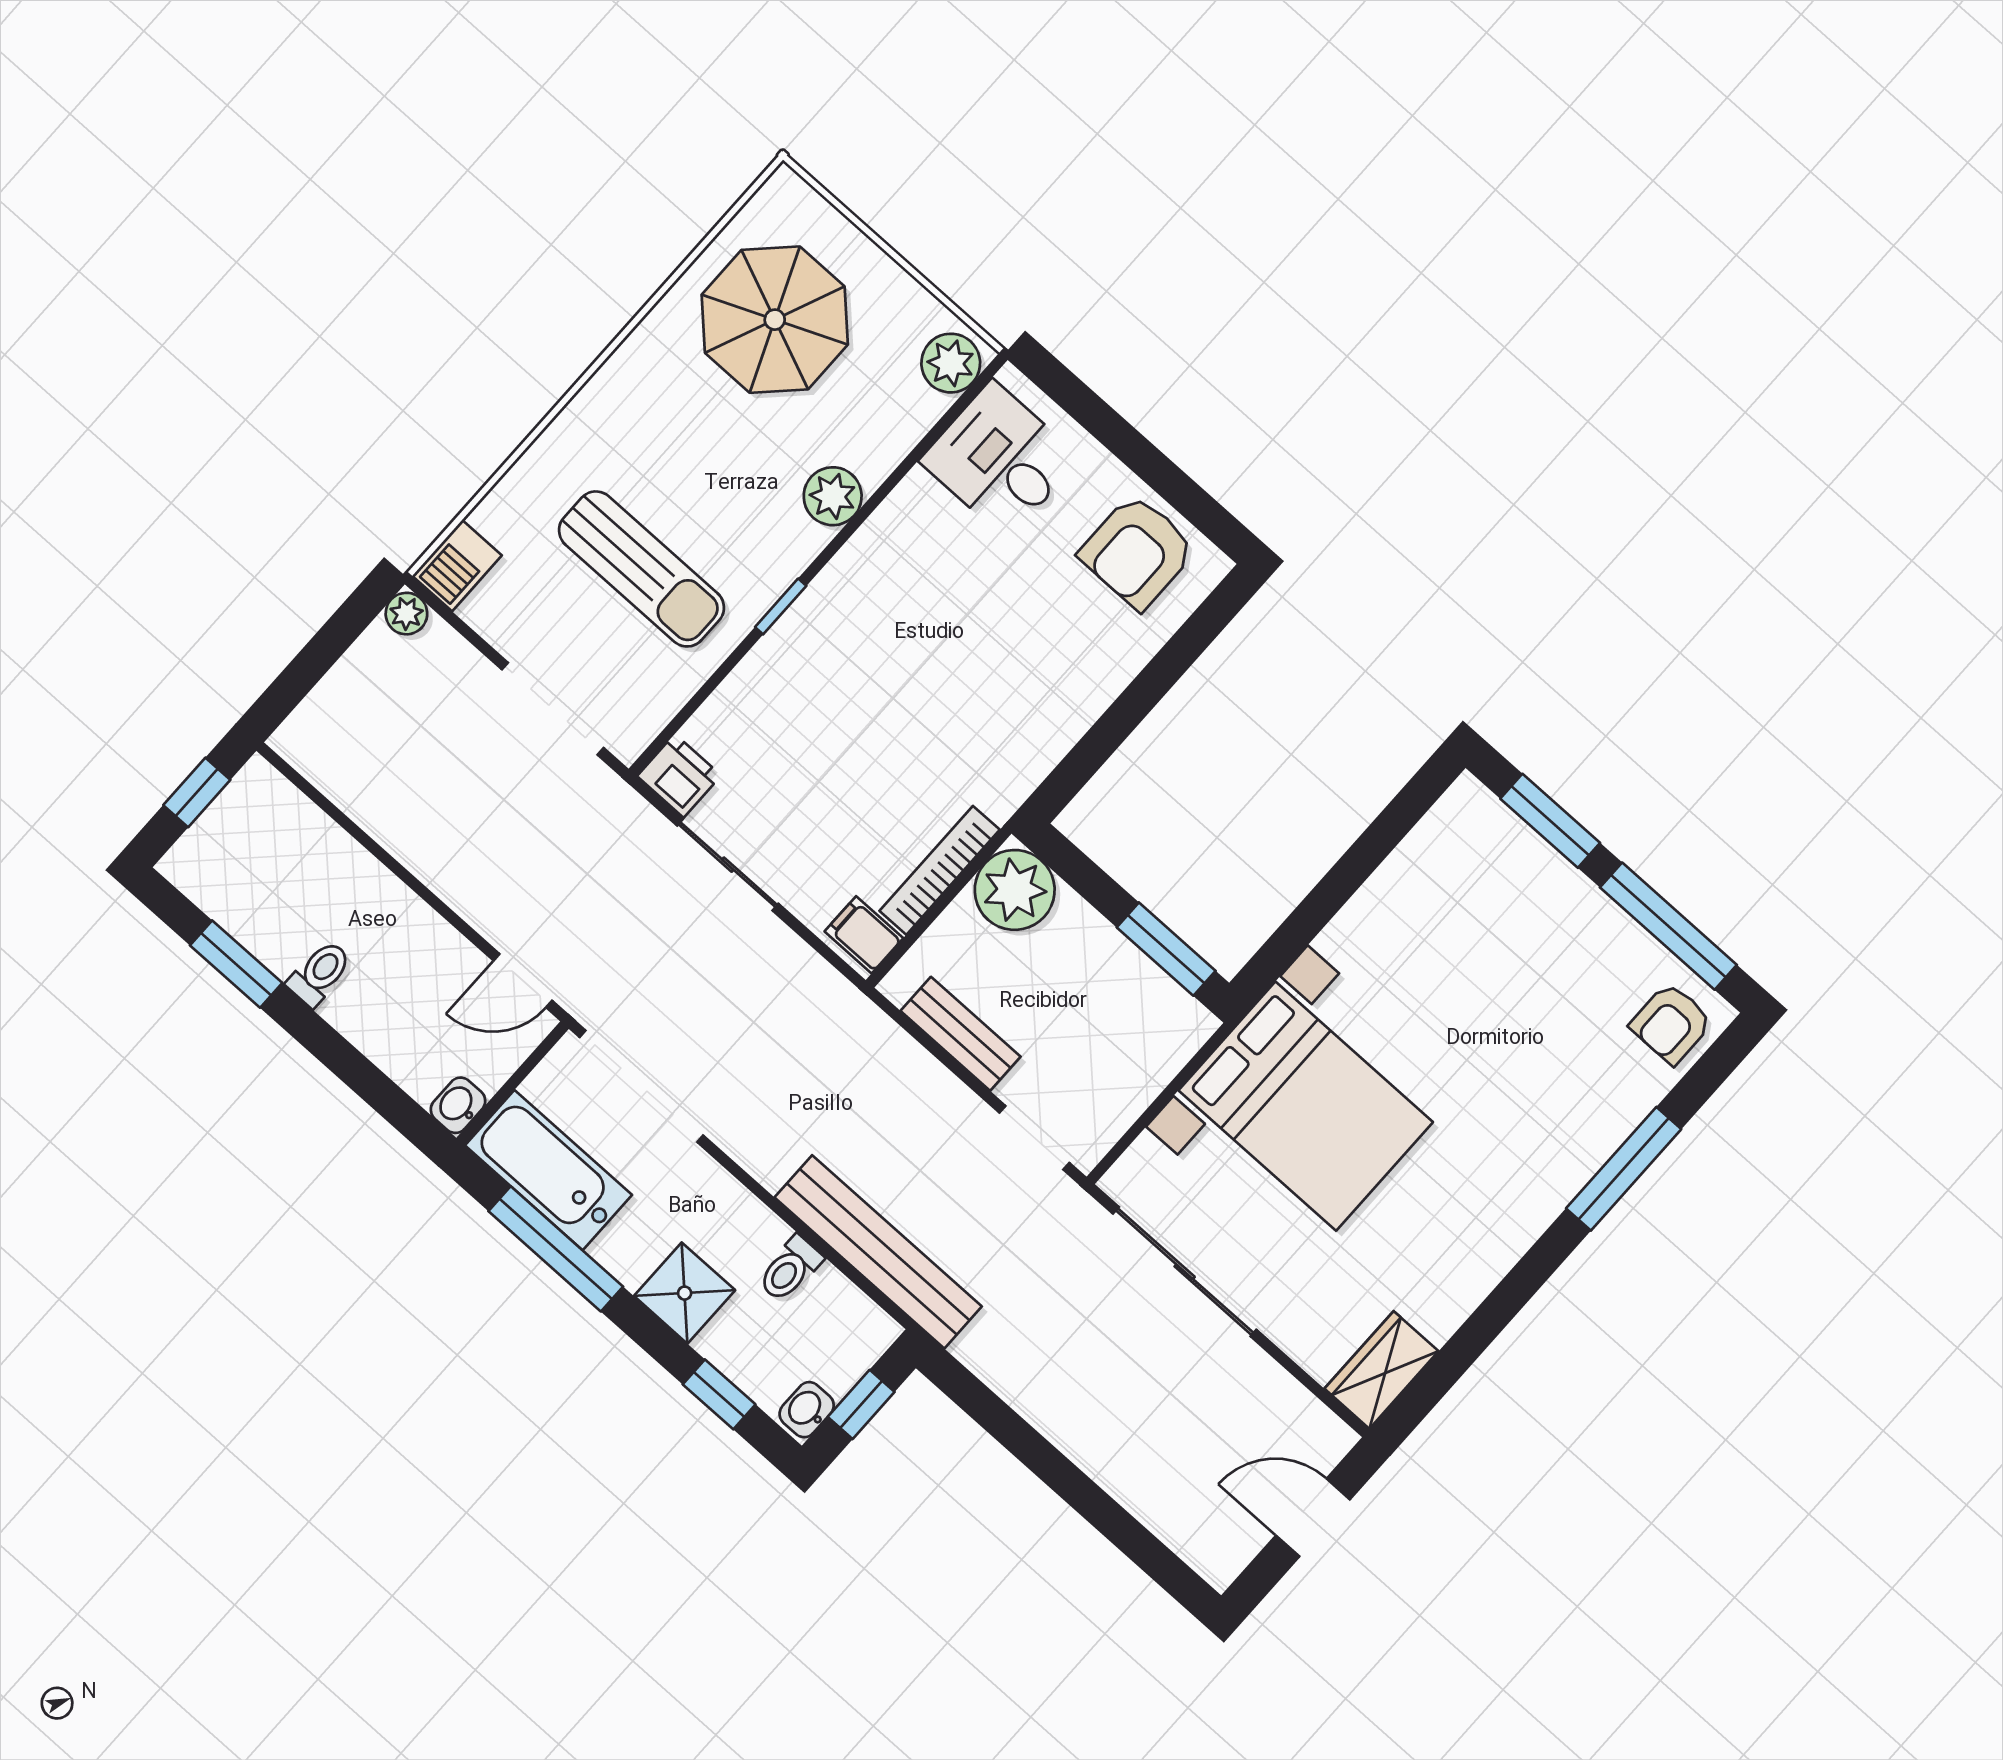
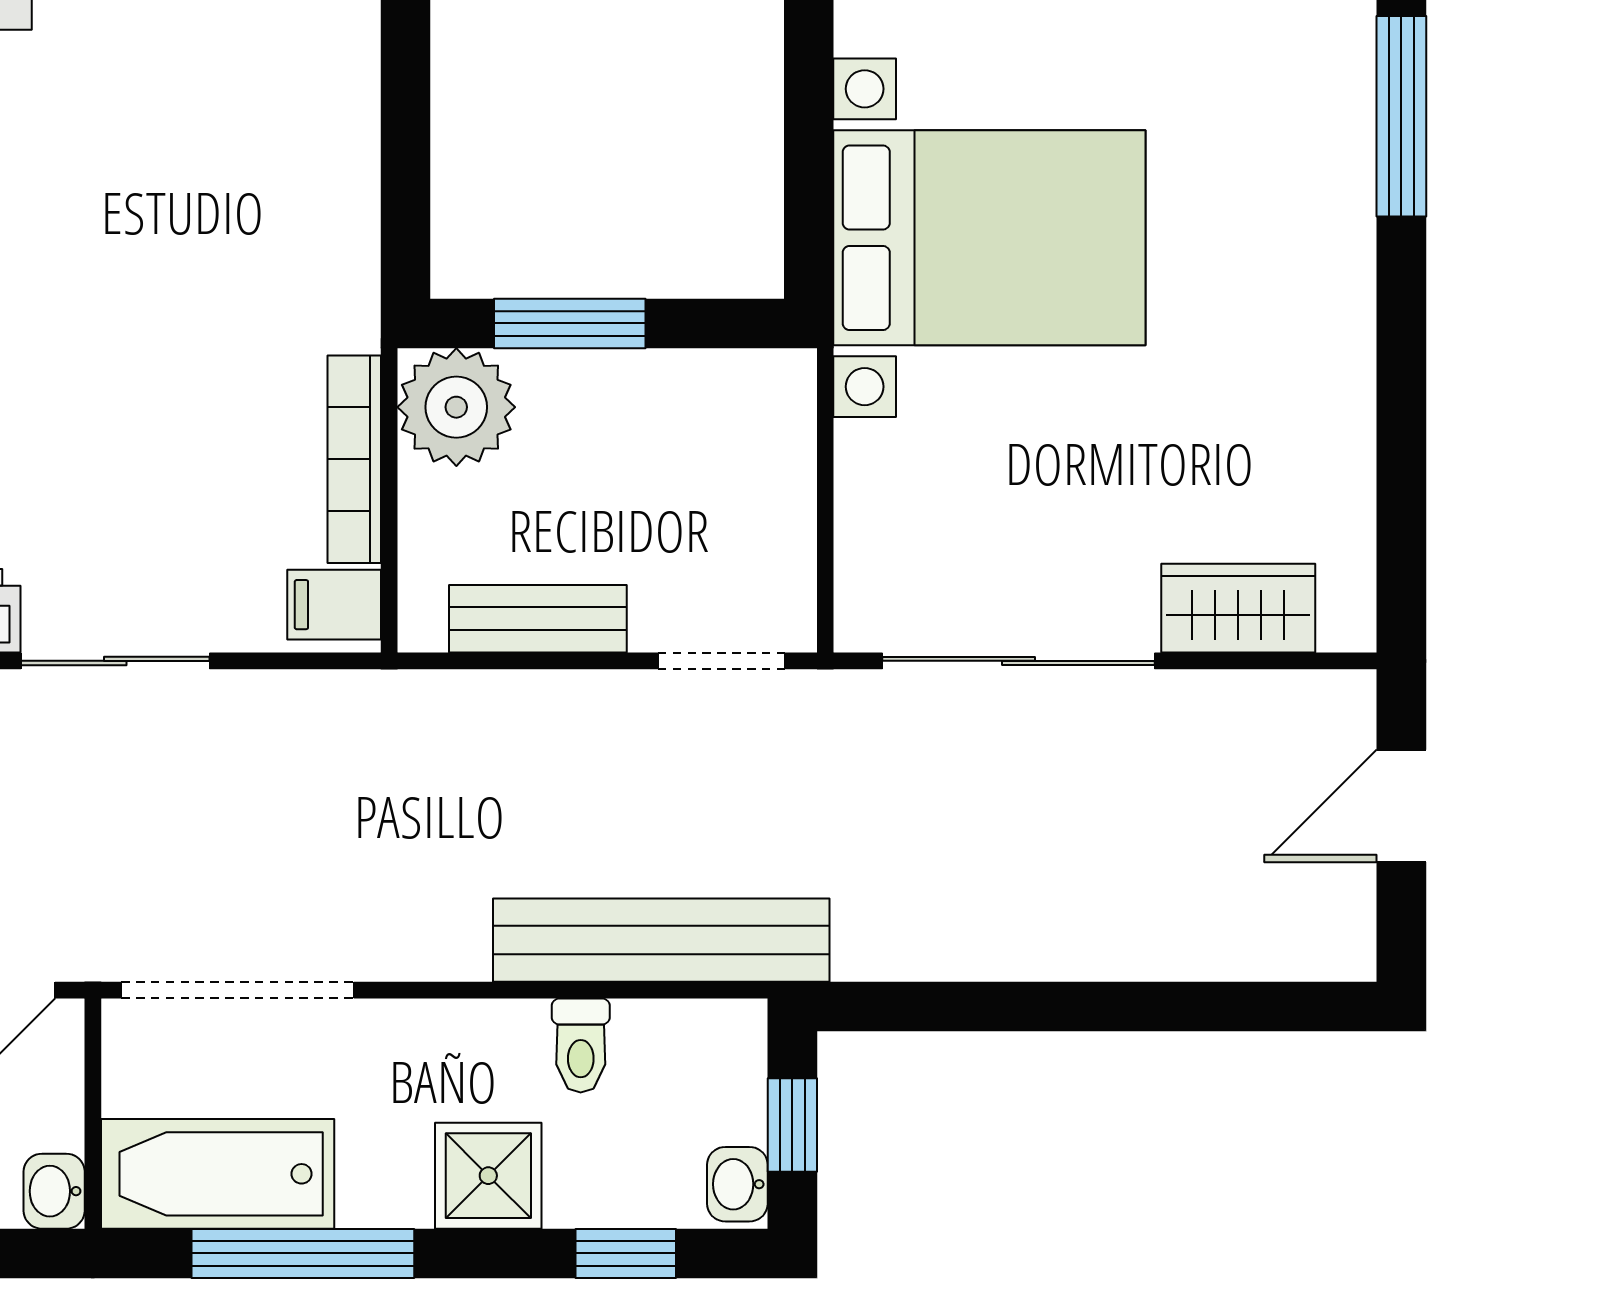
window: (1166, 949) -> (570, 323), moved
bed with nightstands: (1306, 1106) -> (989, 238), moved
wardrobe: (1382, 1370) -> (1238, 608), moved, turned 90

